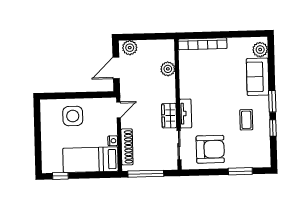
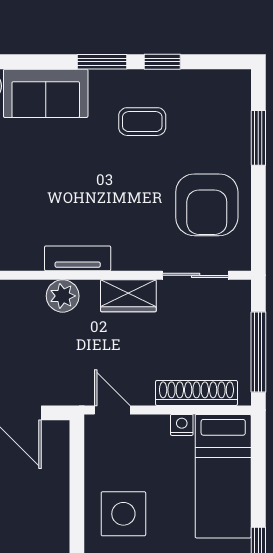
plant: (168, 69) -> (63, 296), moved
tv unit: (186, 114) -> (78, 258), moved
armchair: (210, 149) -> (207, 205), turned 180

